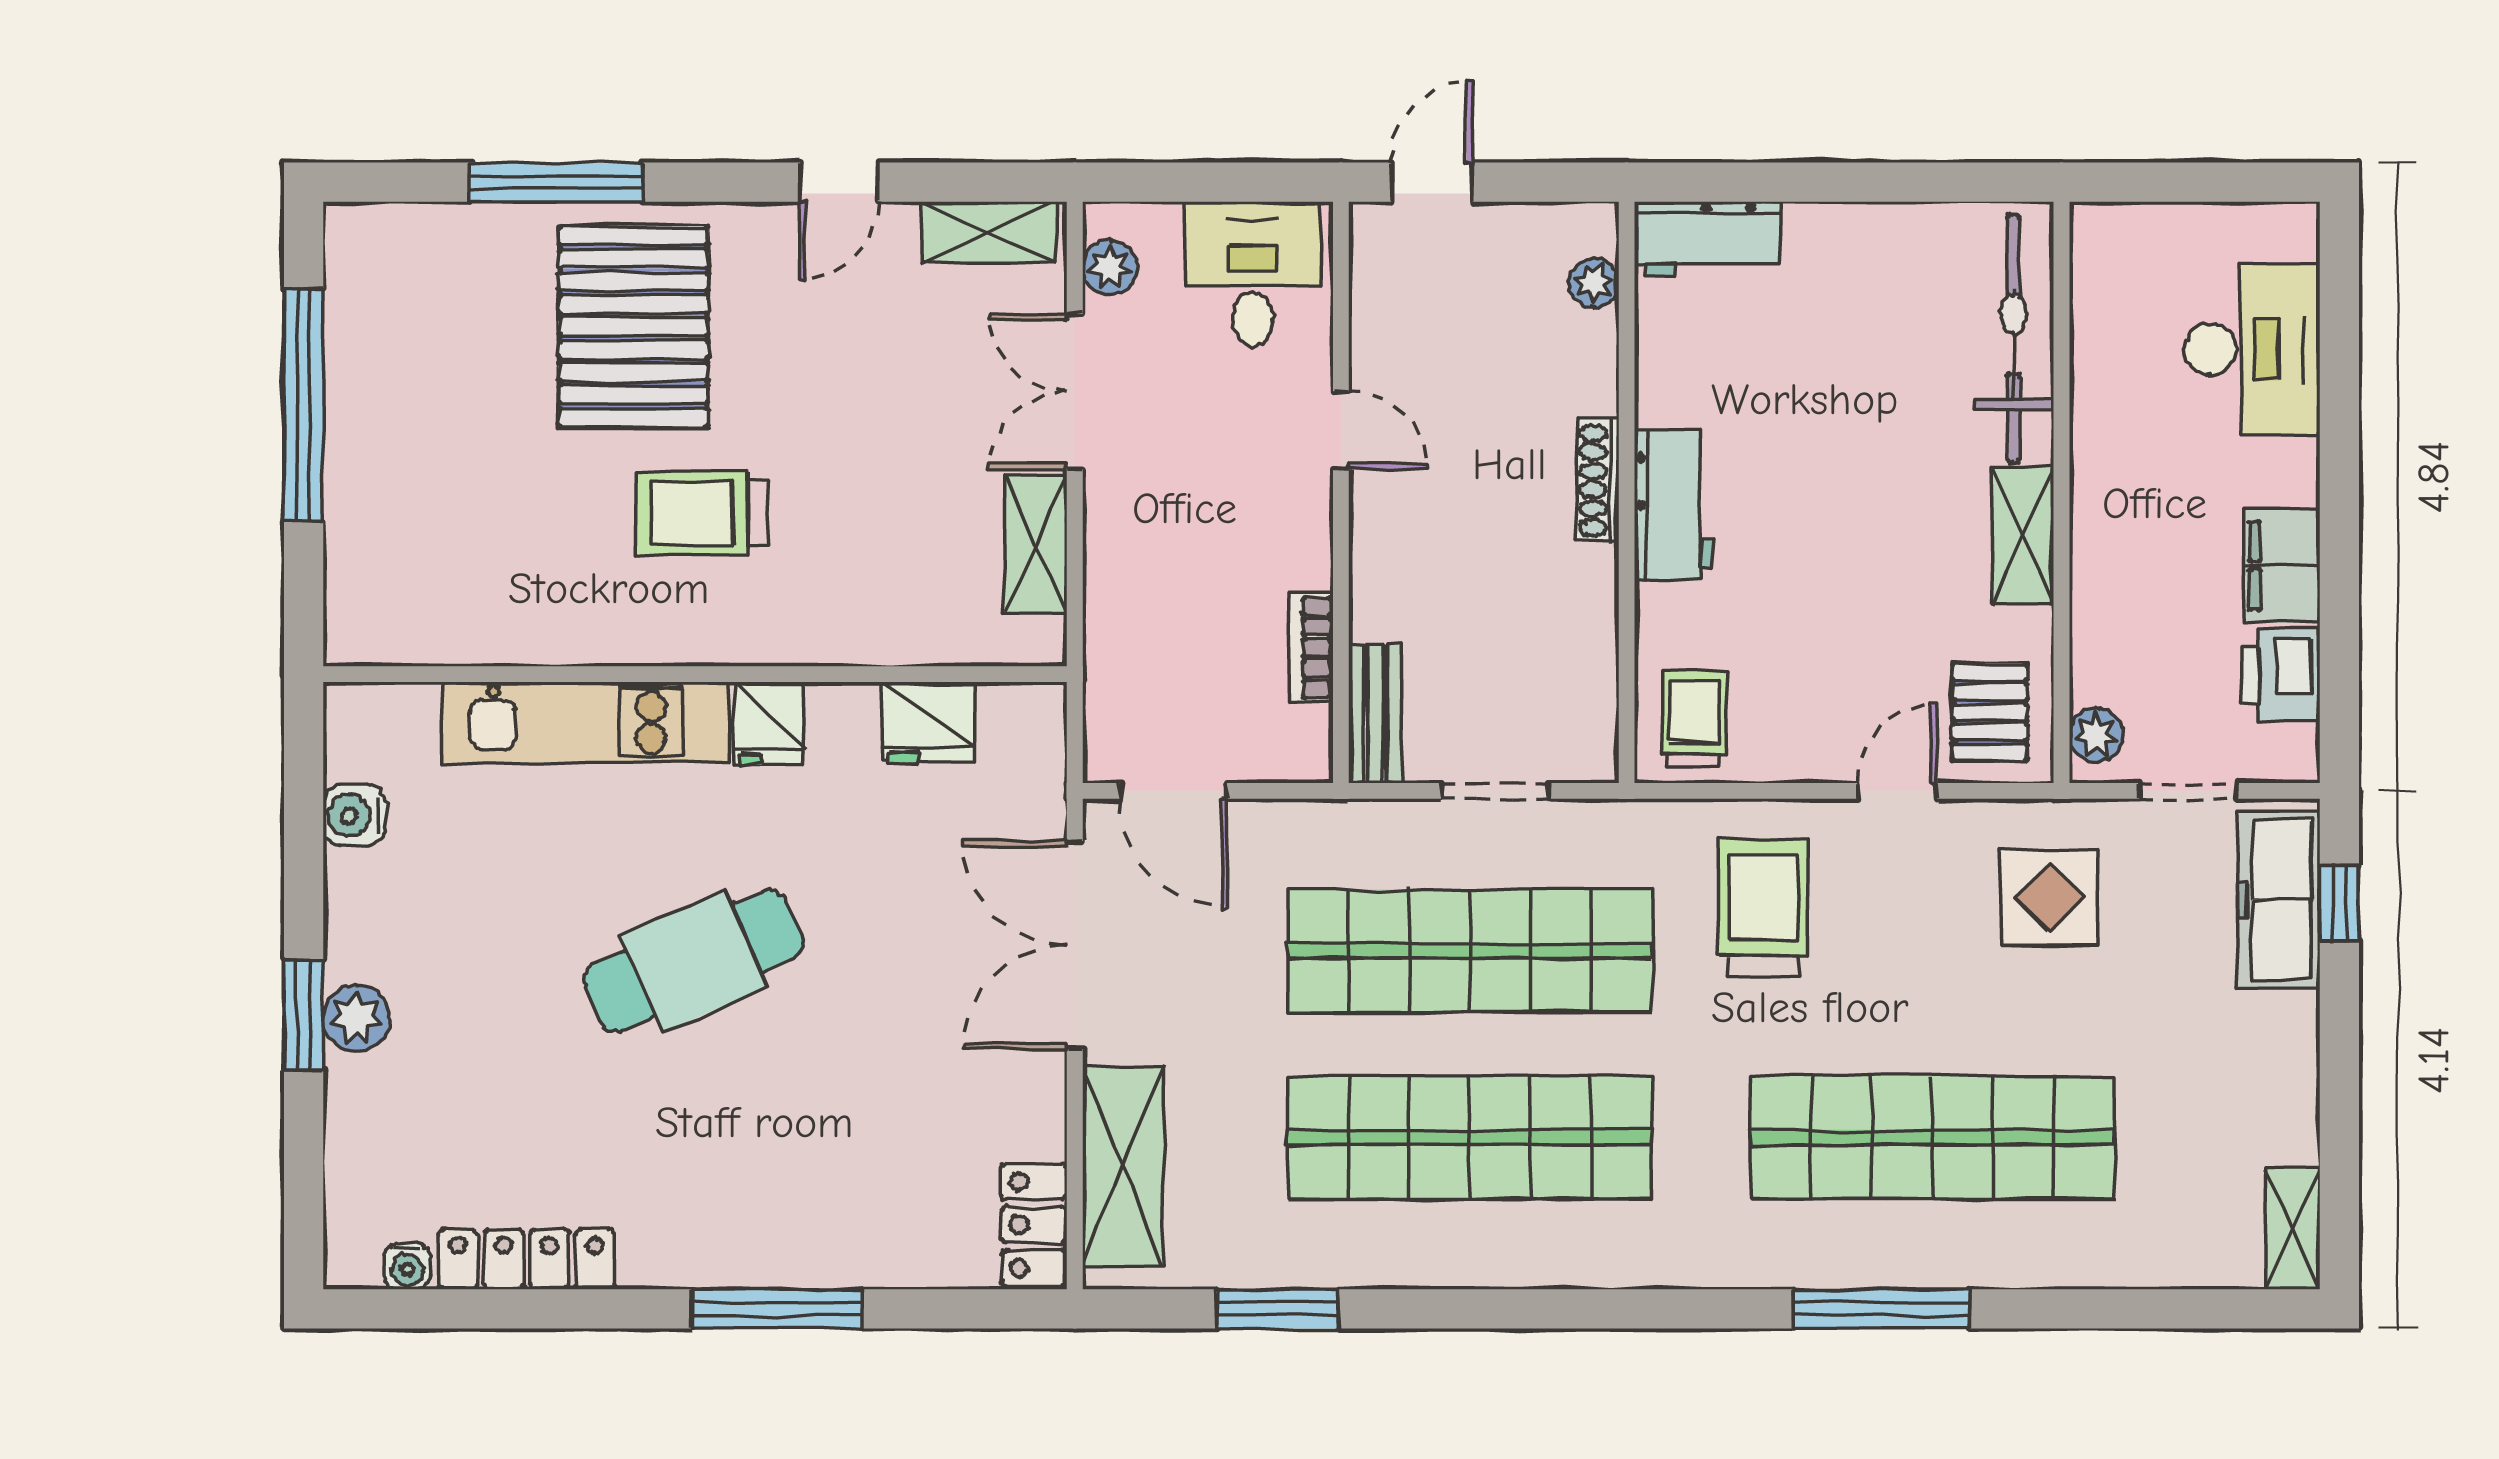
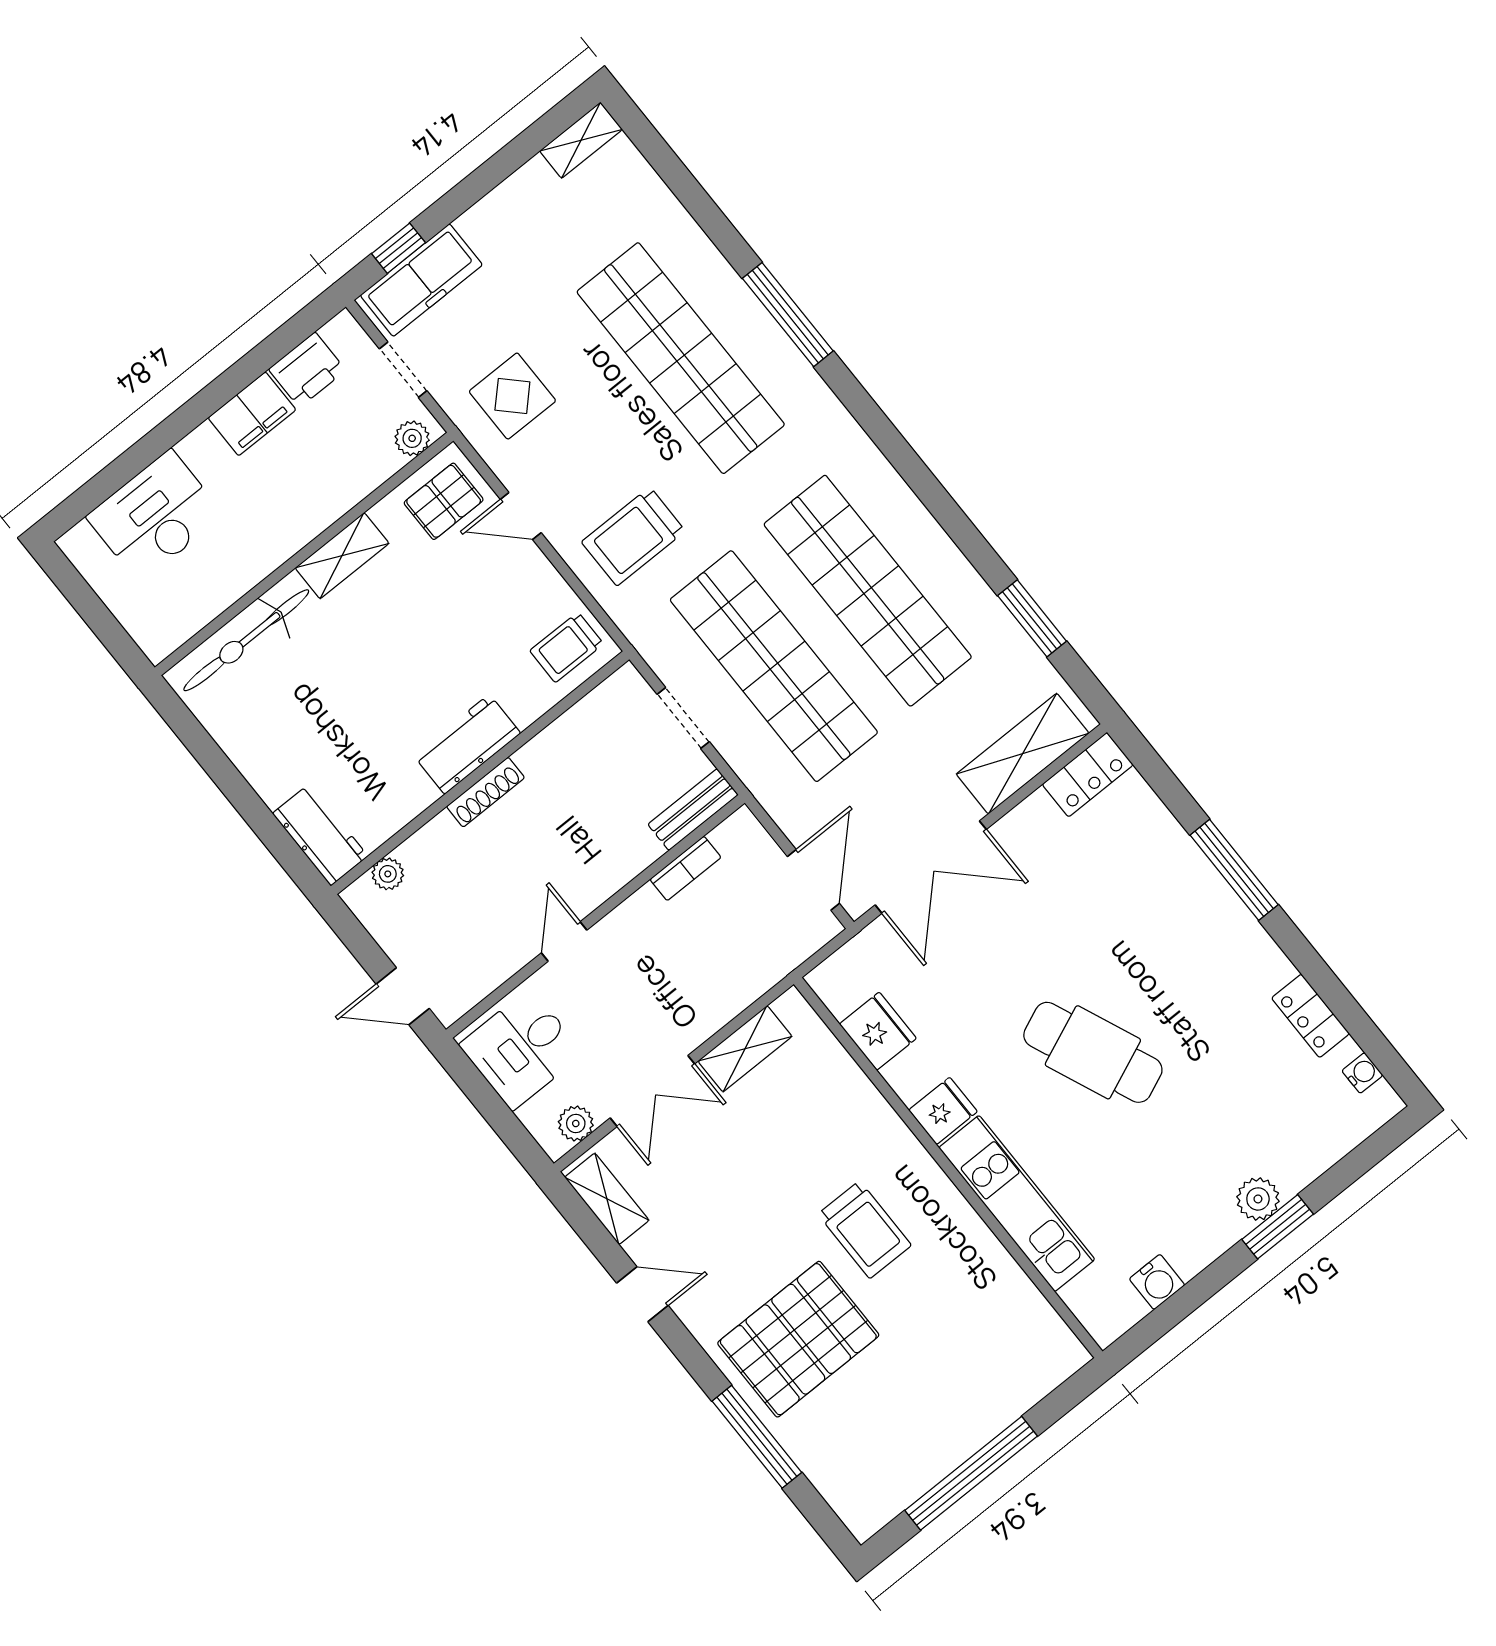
locker: (527, 1259) -> (1310, 1016), width x0.66

